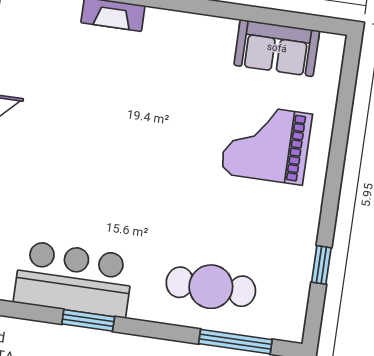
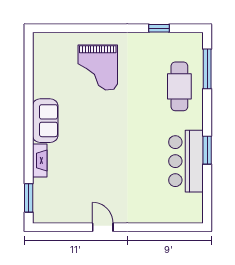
sofa: (277, 48) -> (45, 121), moved

